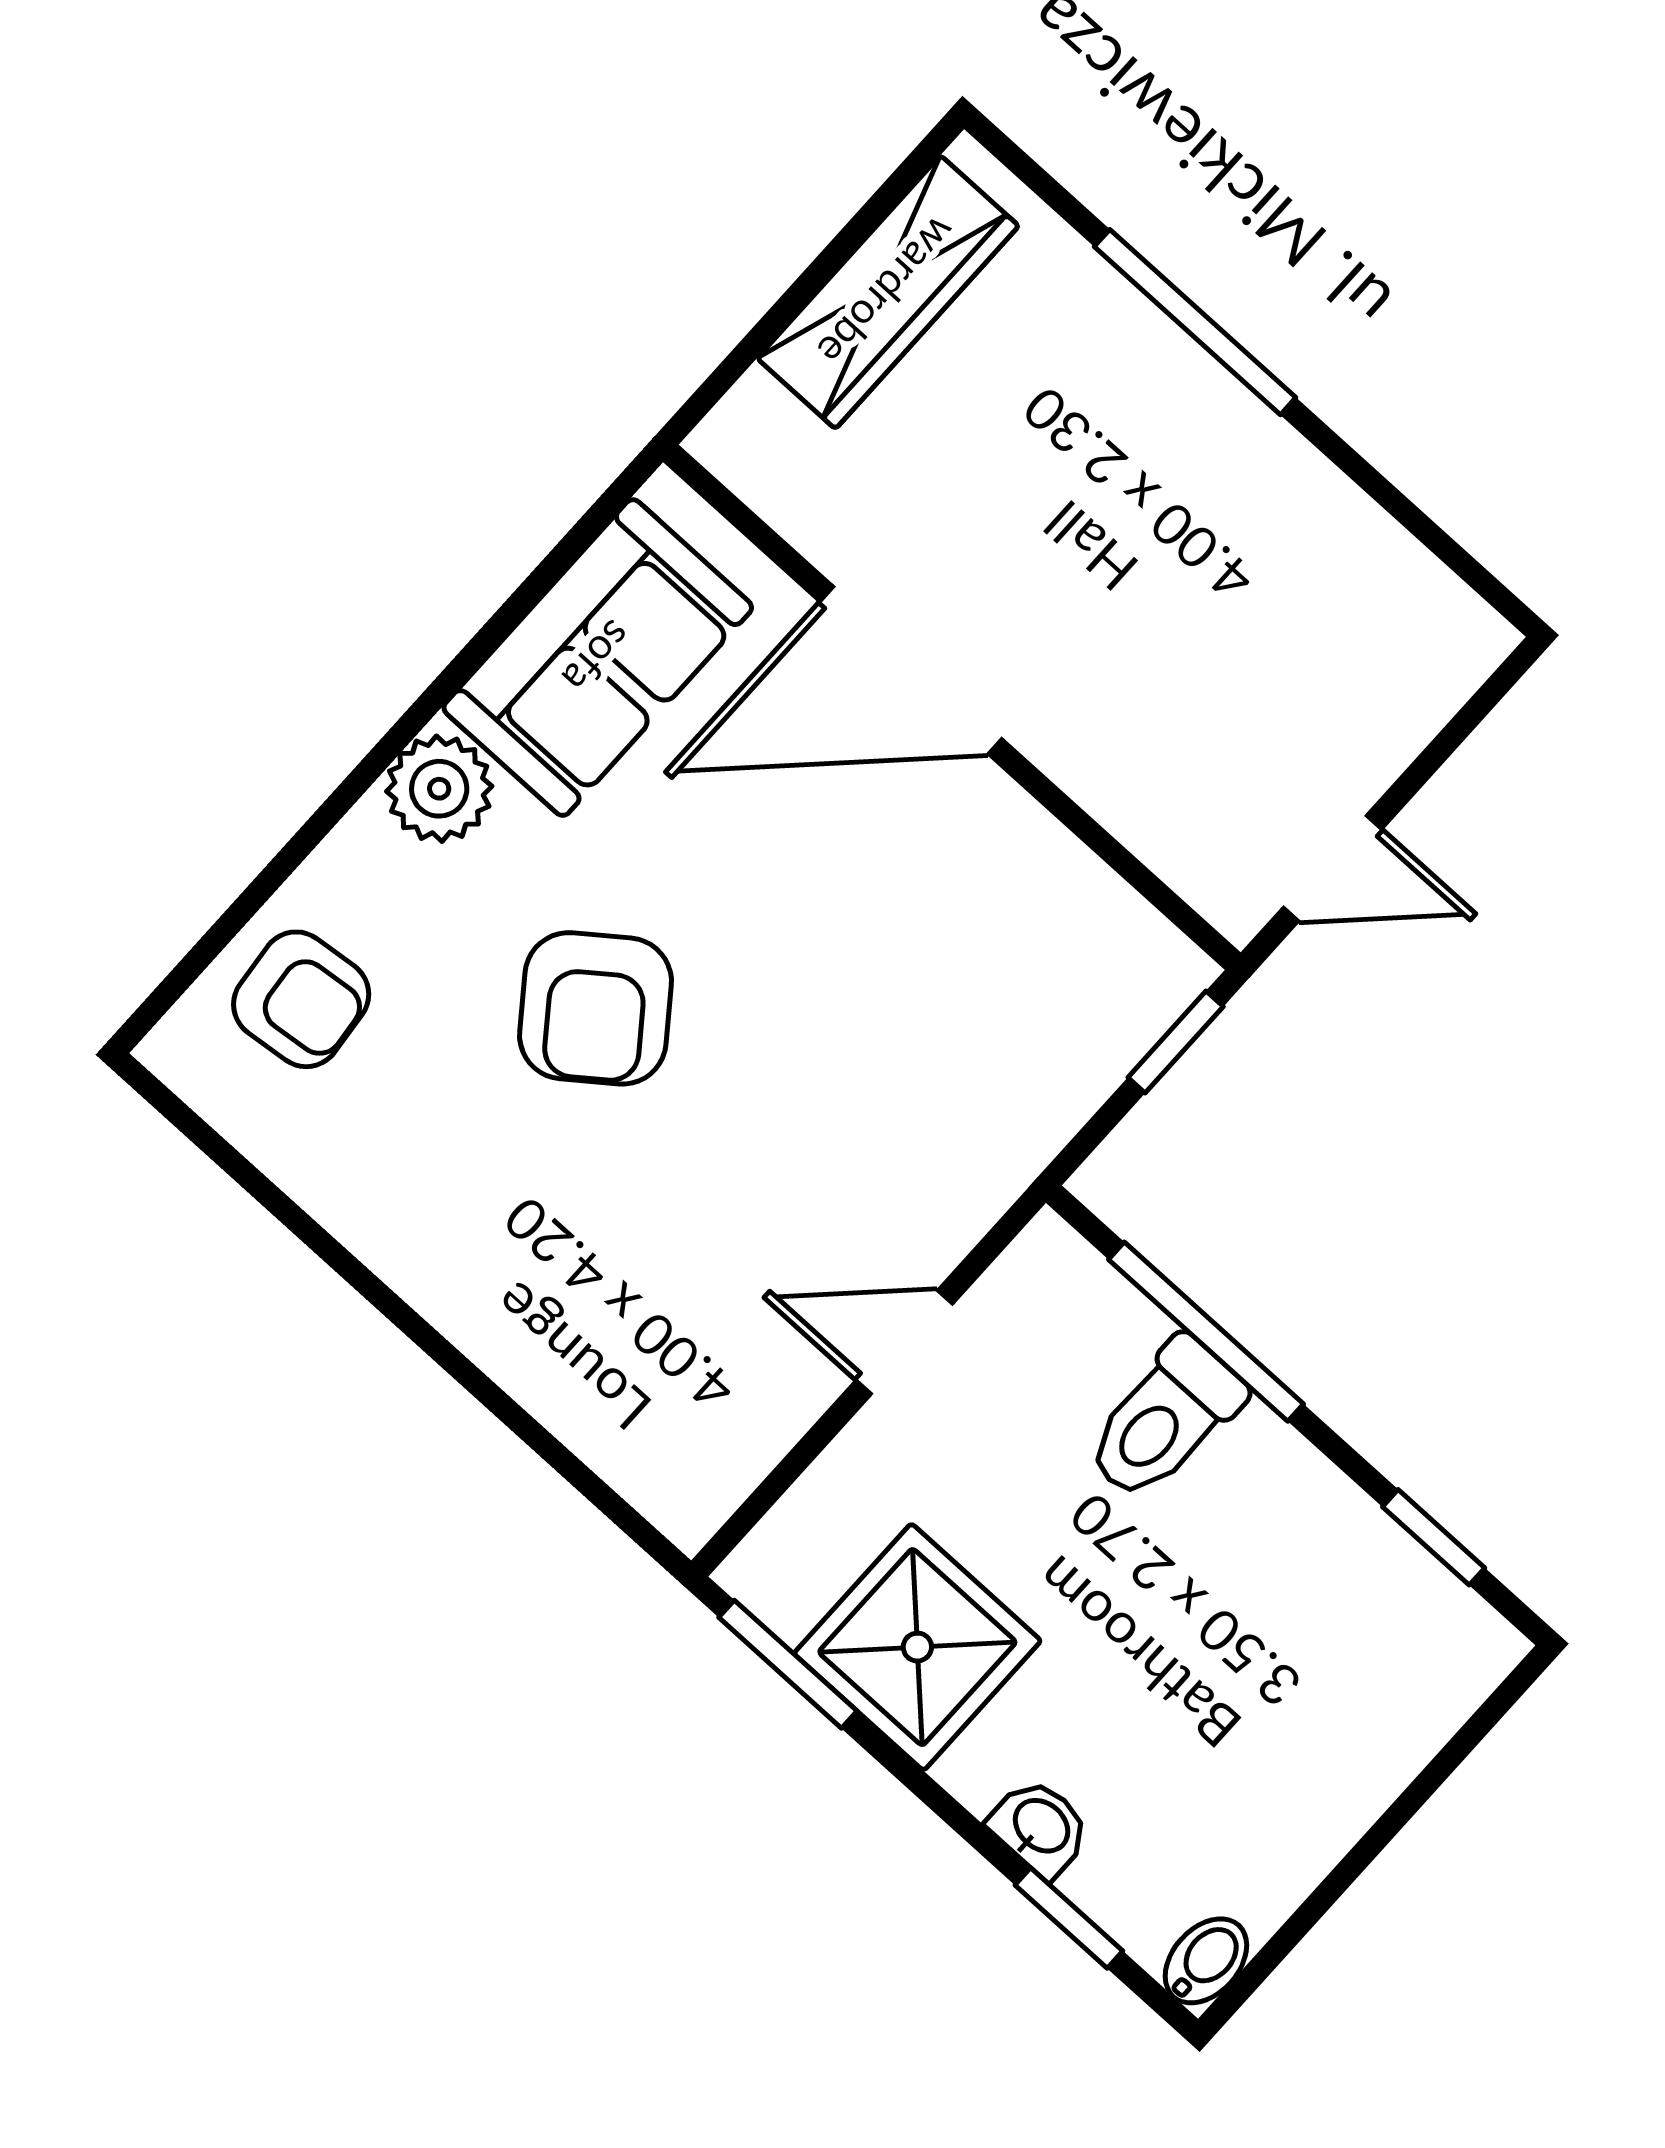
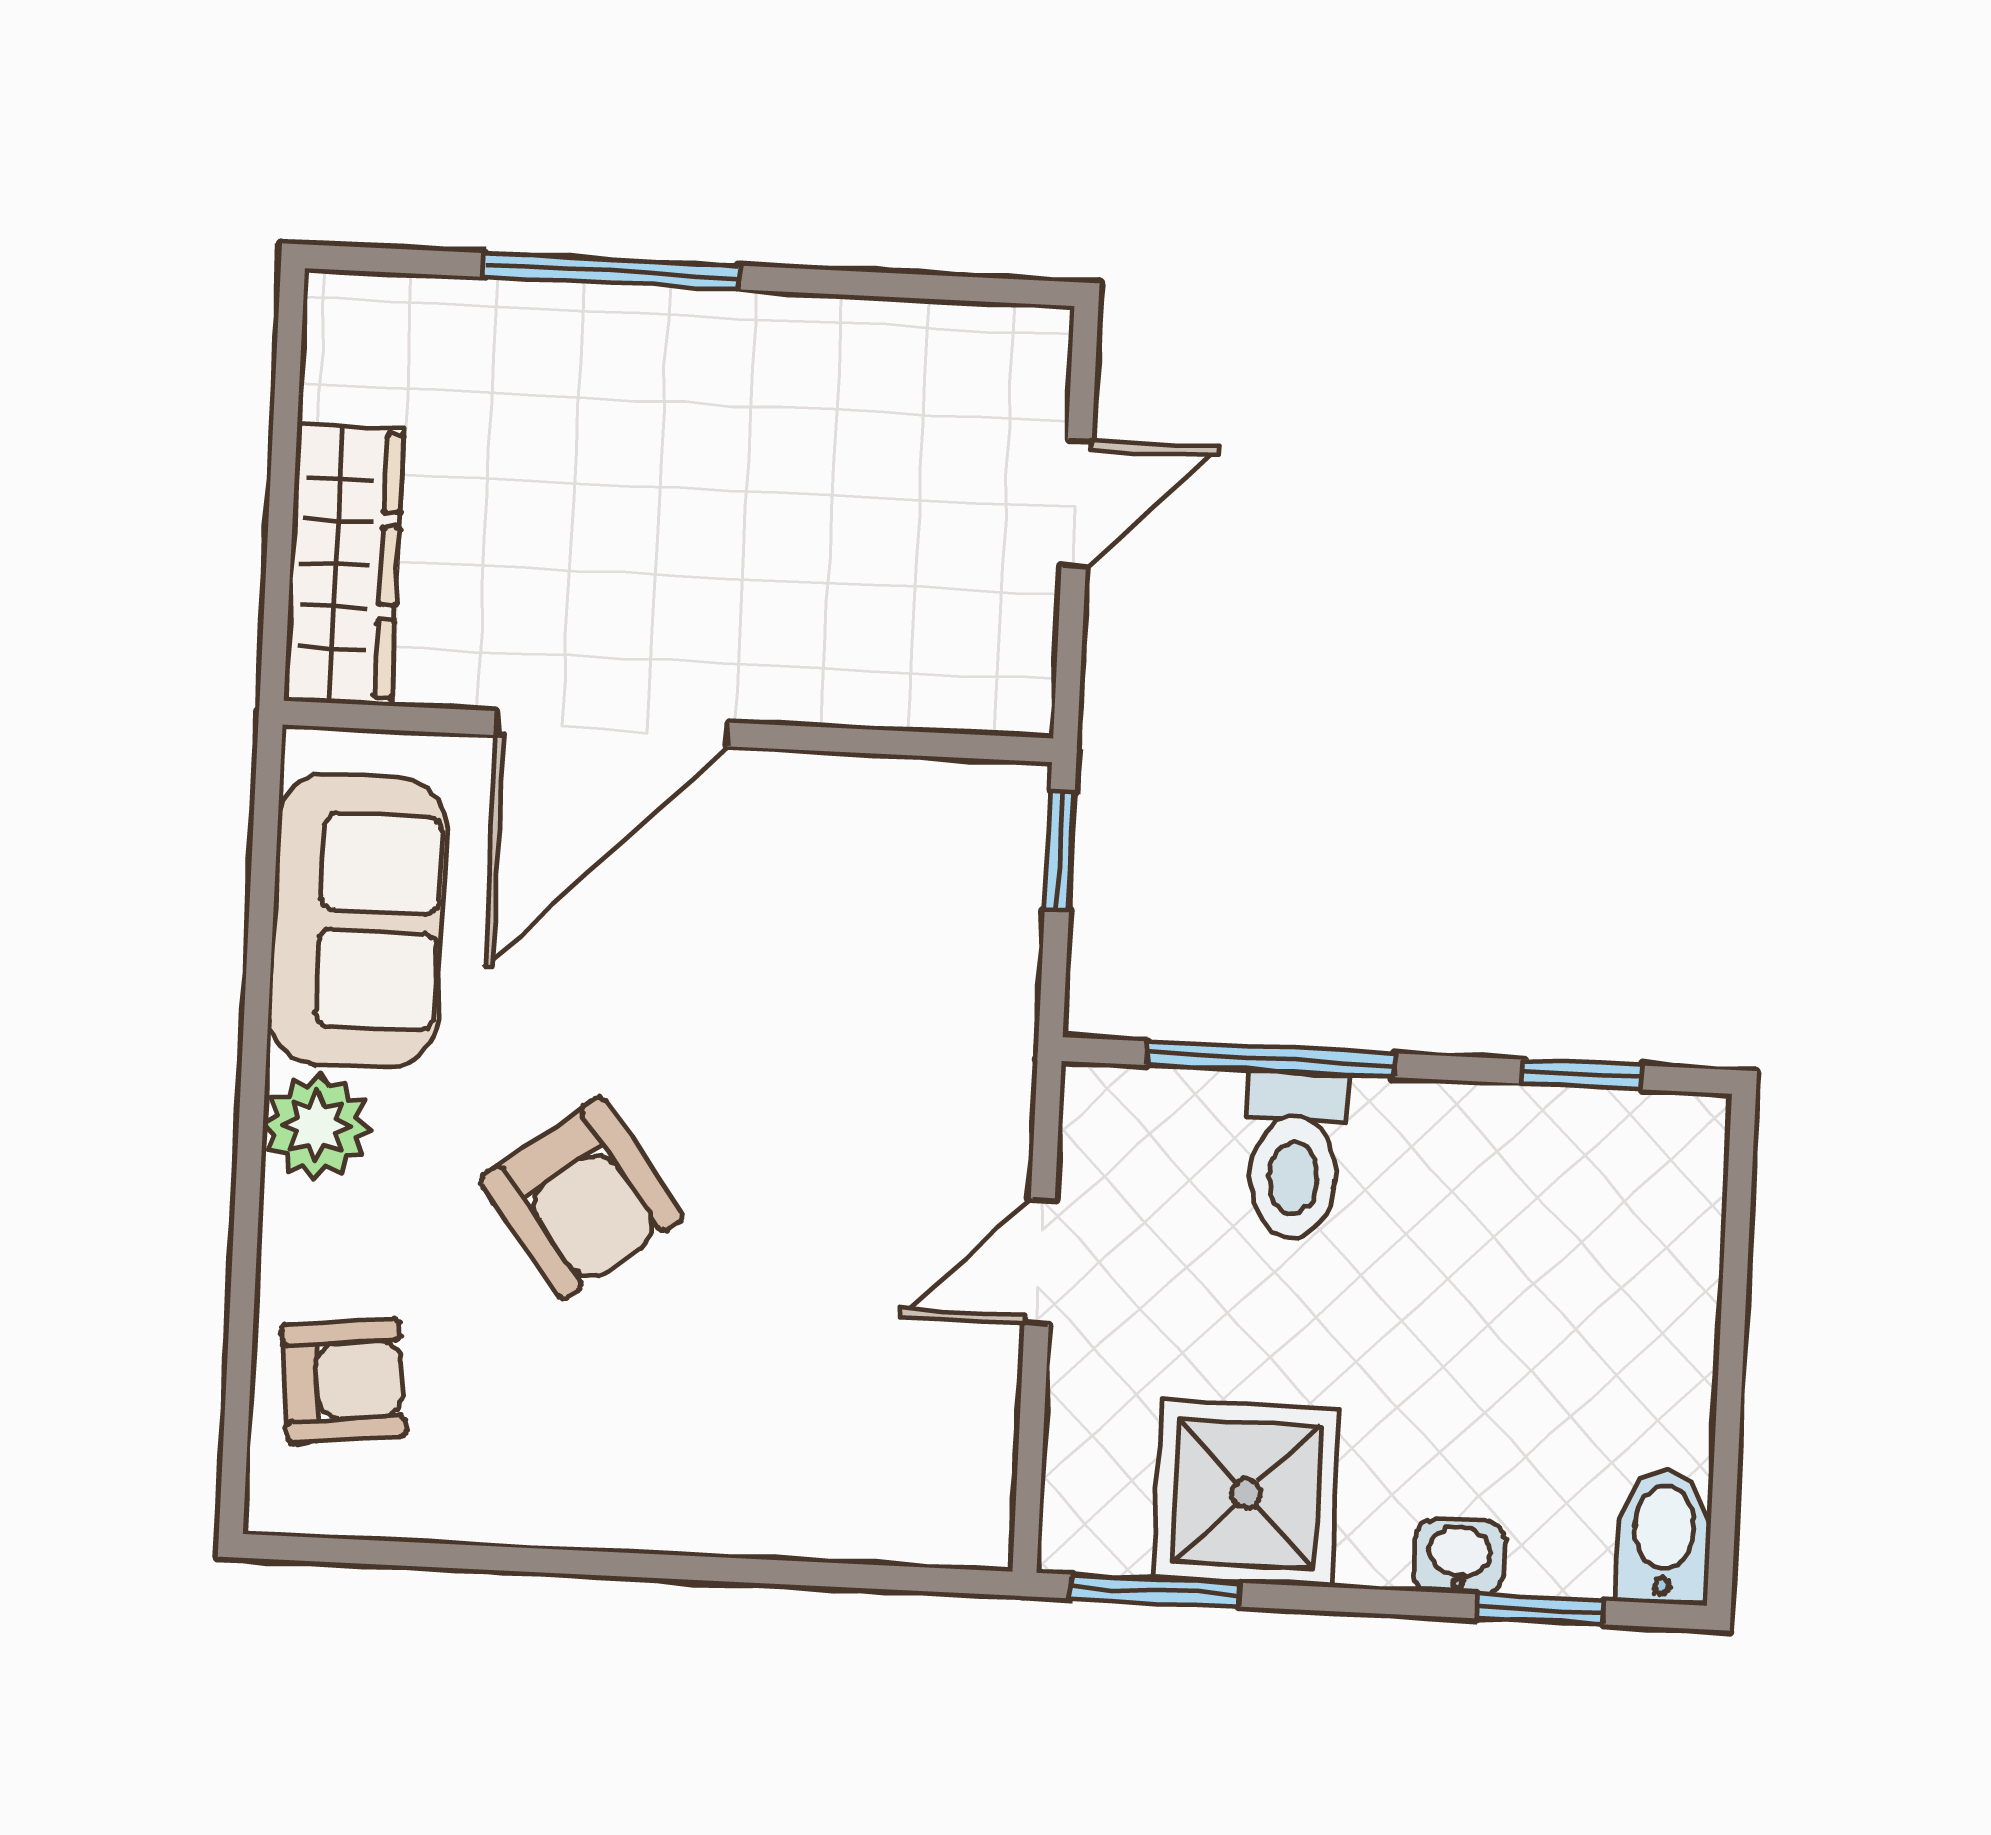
wardrobe: (888, 292) -> (344, 564), moved
door: (1332, 868) -> (1077, 504), moved
bidet: (1206, 1961) -> (1664, 1537), width x1.38, depth x1.36

